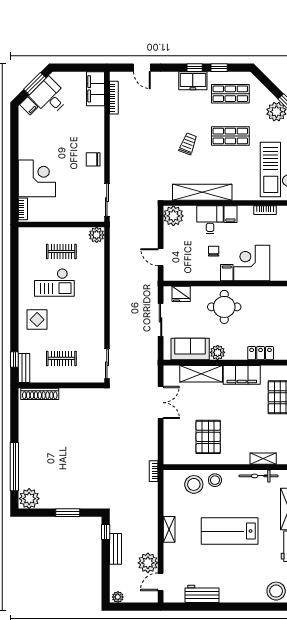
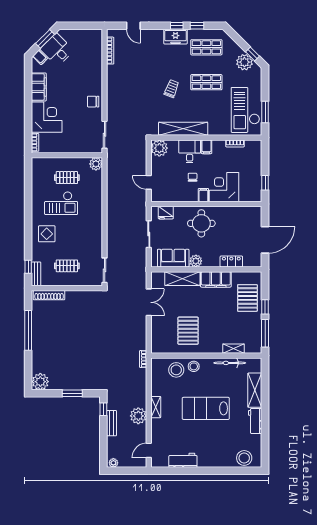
filing cabinet: (95, 89) -> (39, 87), moved, turned 180
window: (14, 467) -> (28, 330), moved
plant: (148, 563) -> (138, 416), moved

